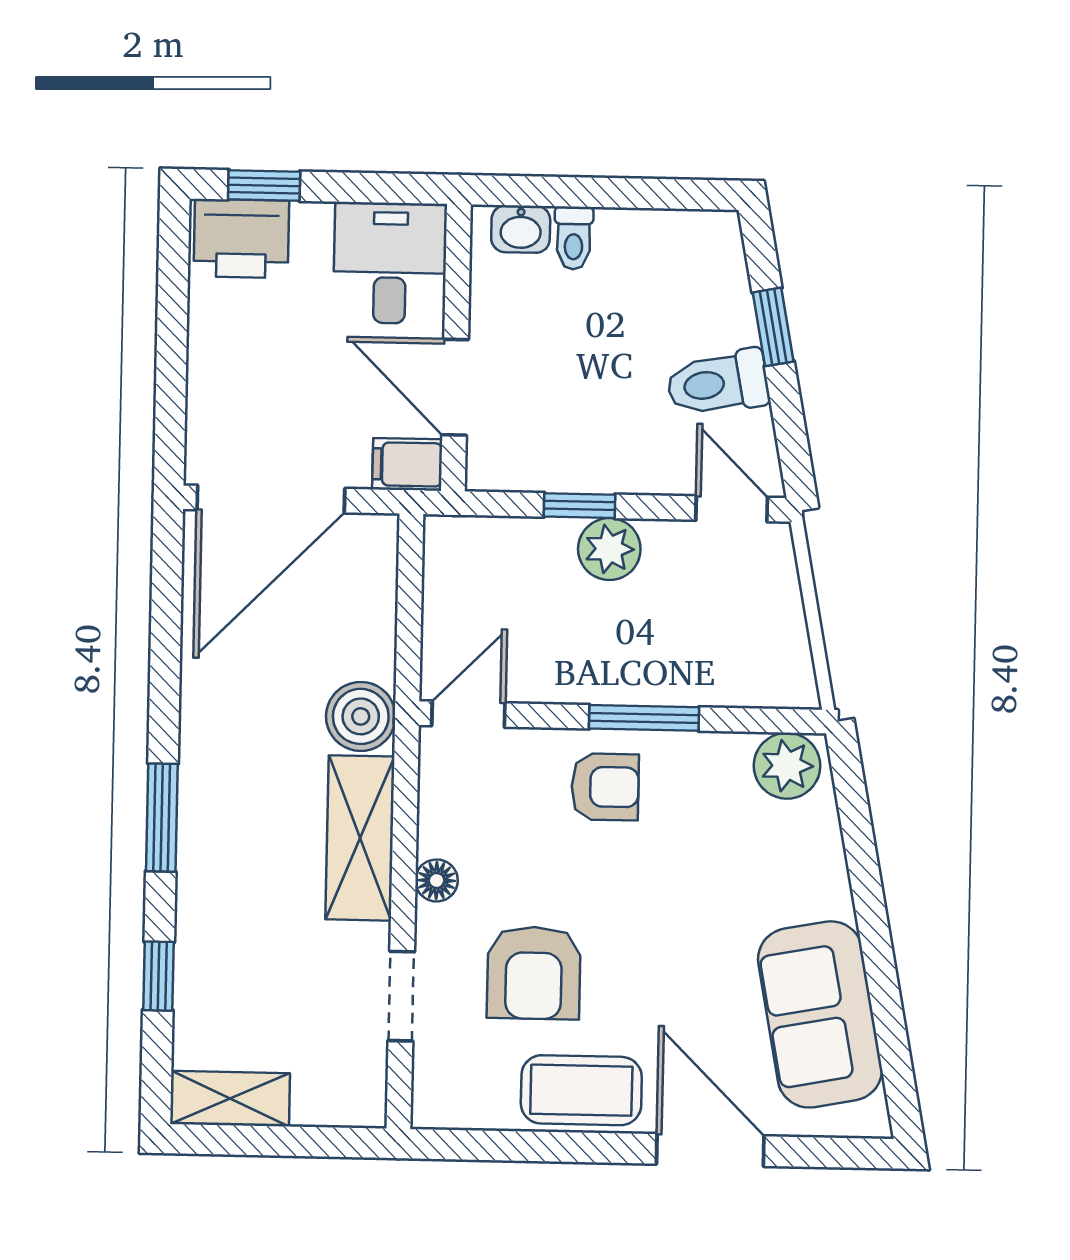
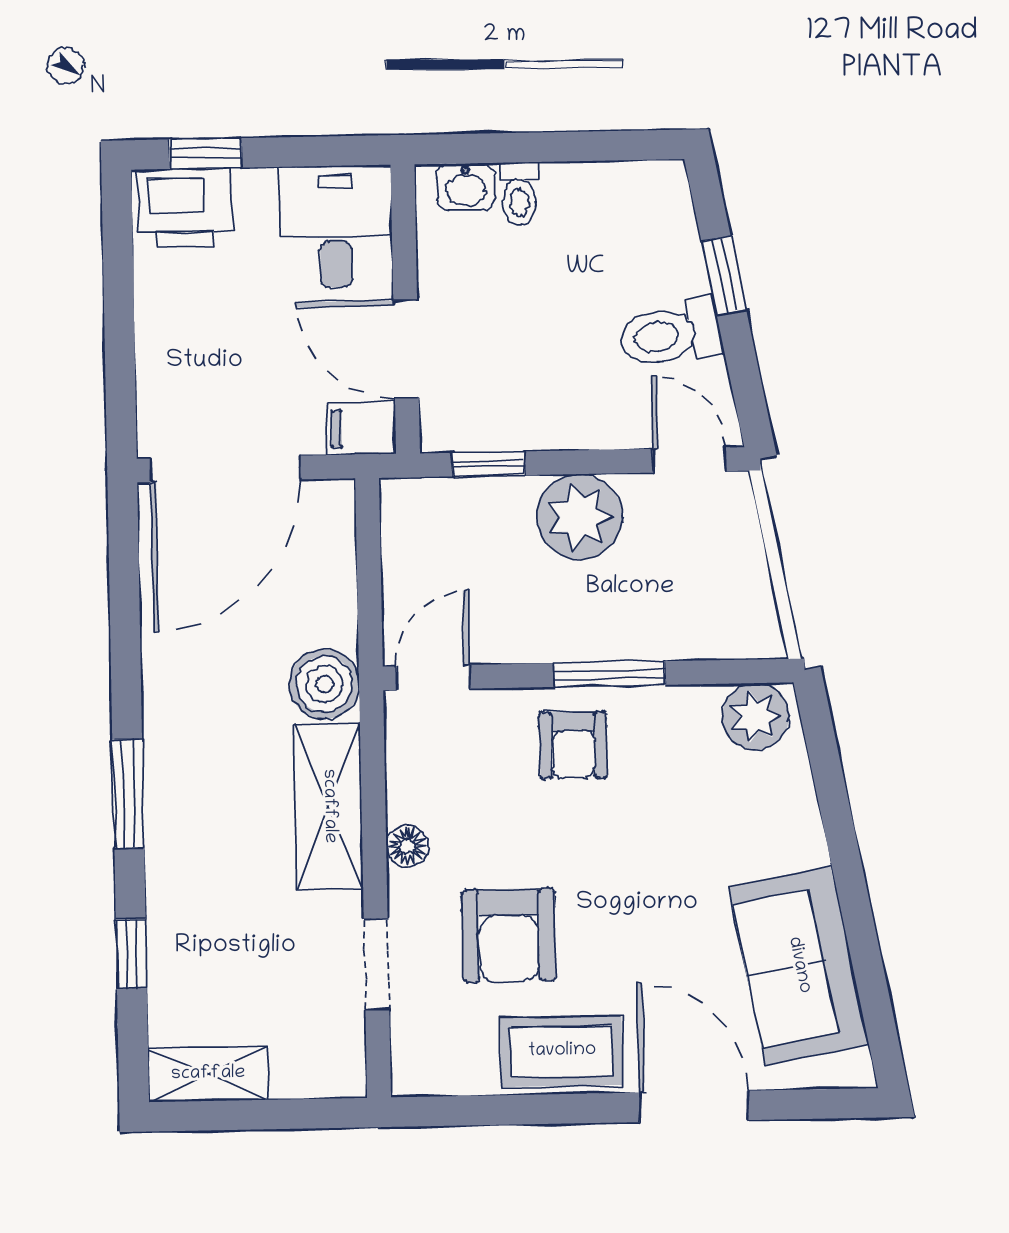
window: (579, 506) -> (489, 464), moved
plant: (609, 549) -> (579, 517), width x1.36, depth x1.36
armchair: (605, 787) -> (573, 745), turned 90

